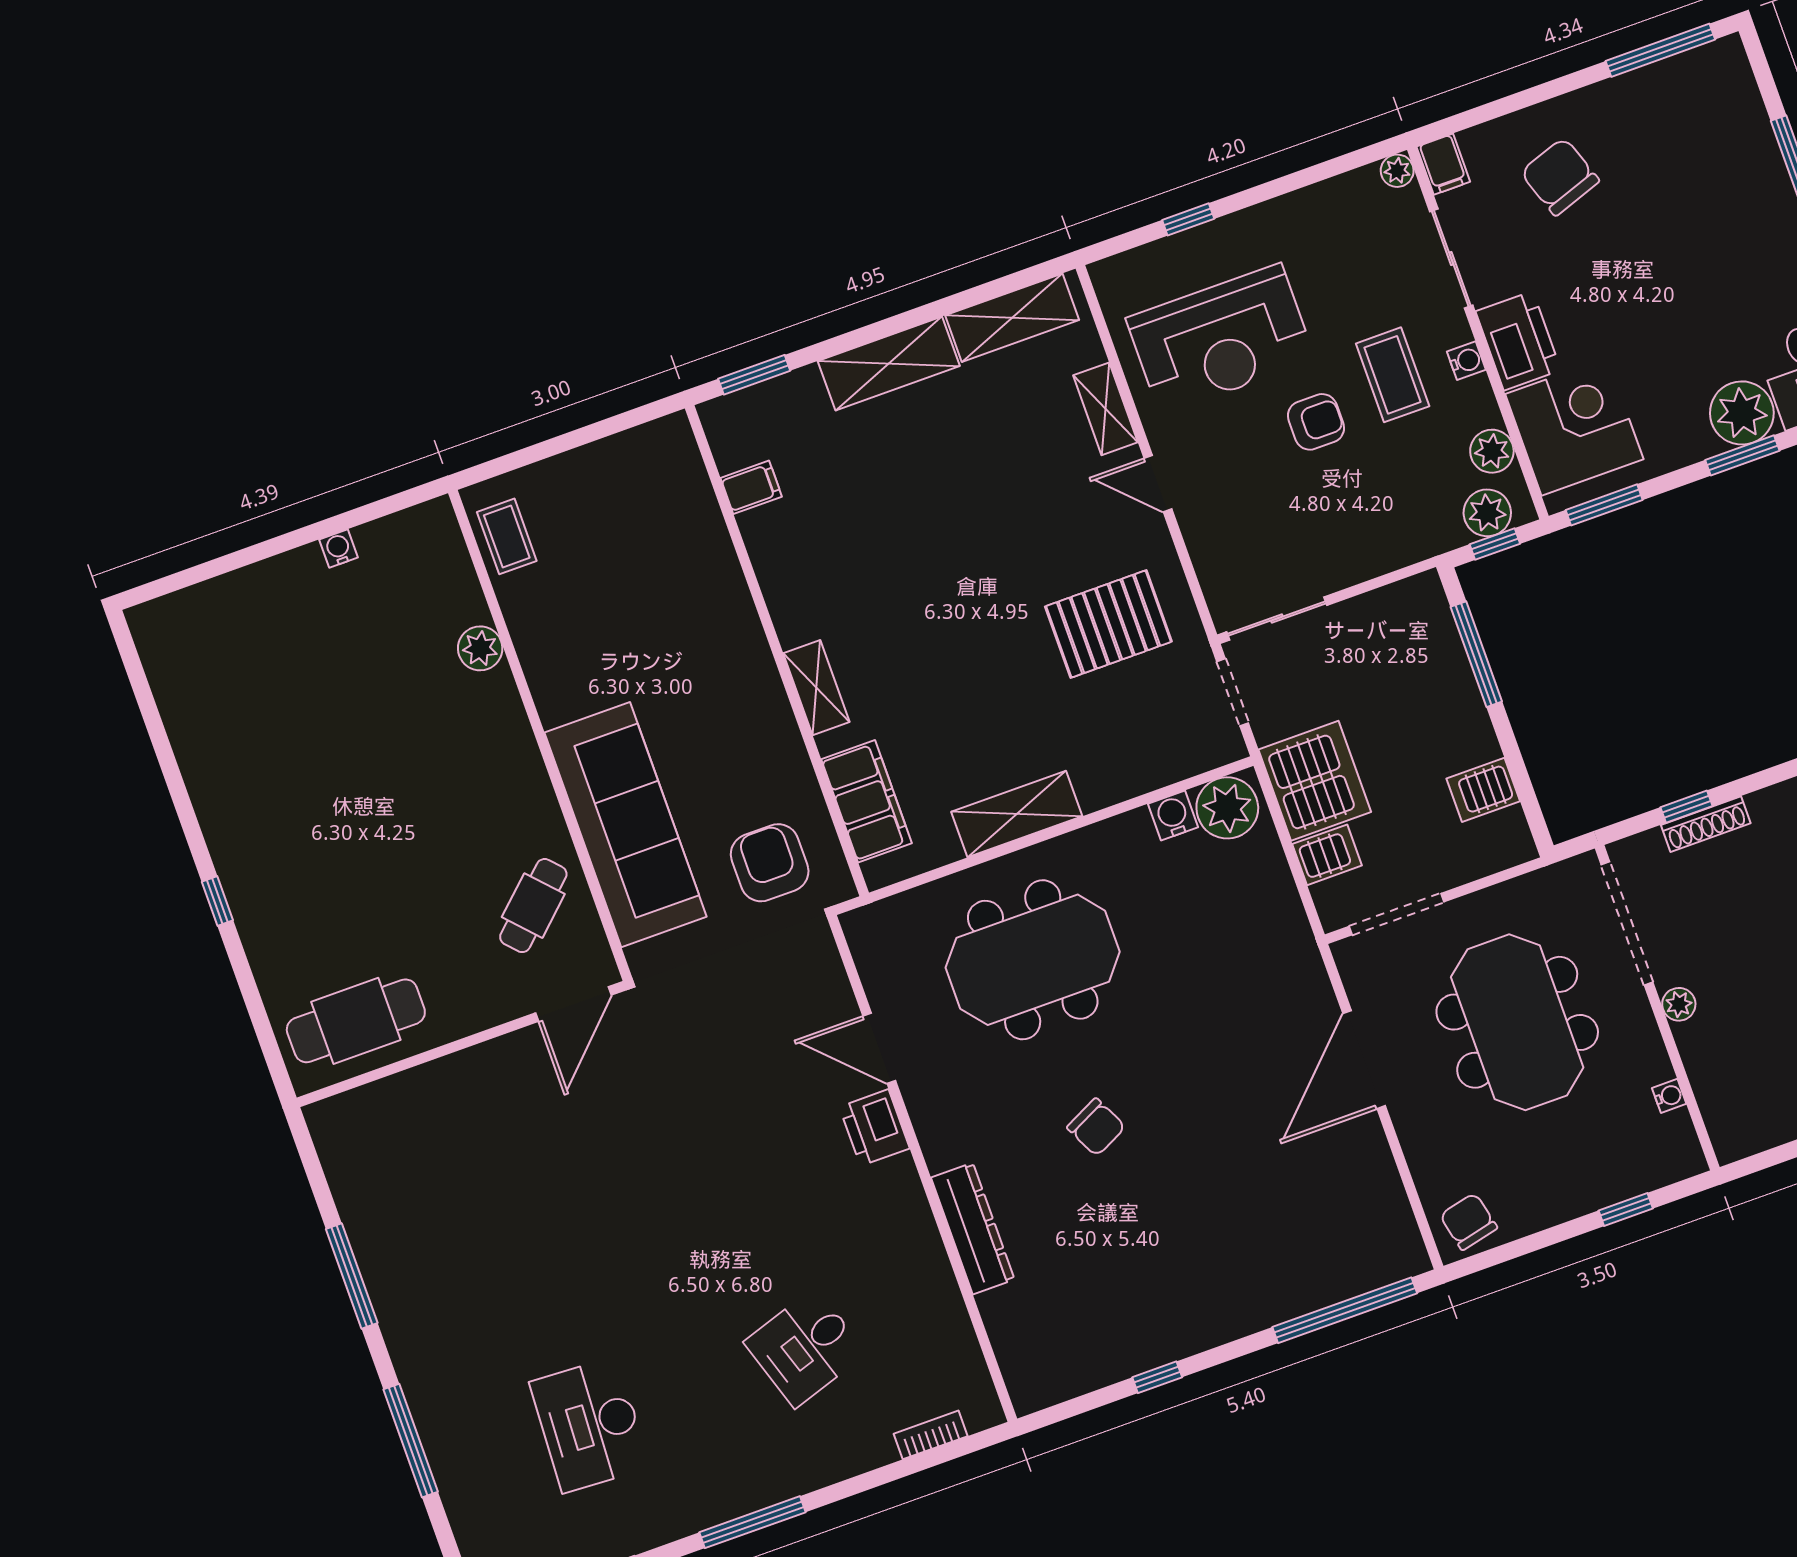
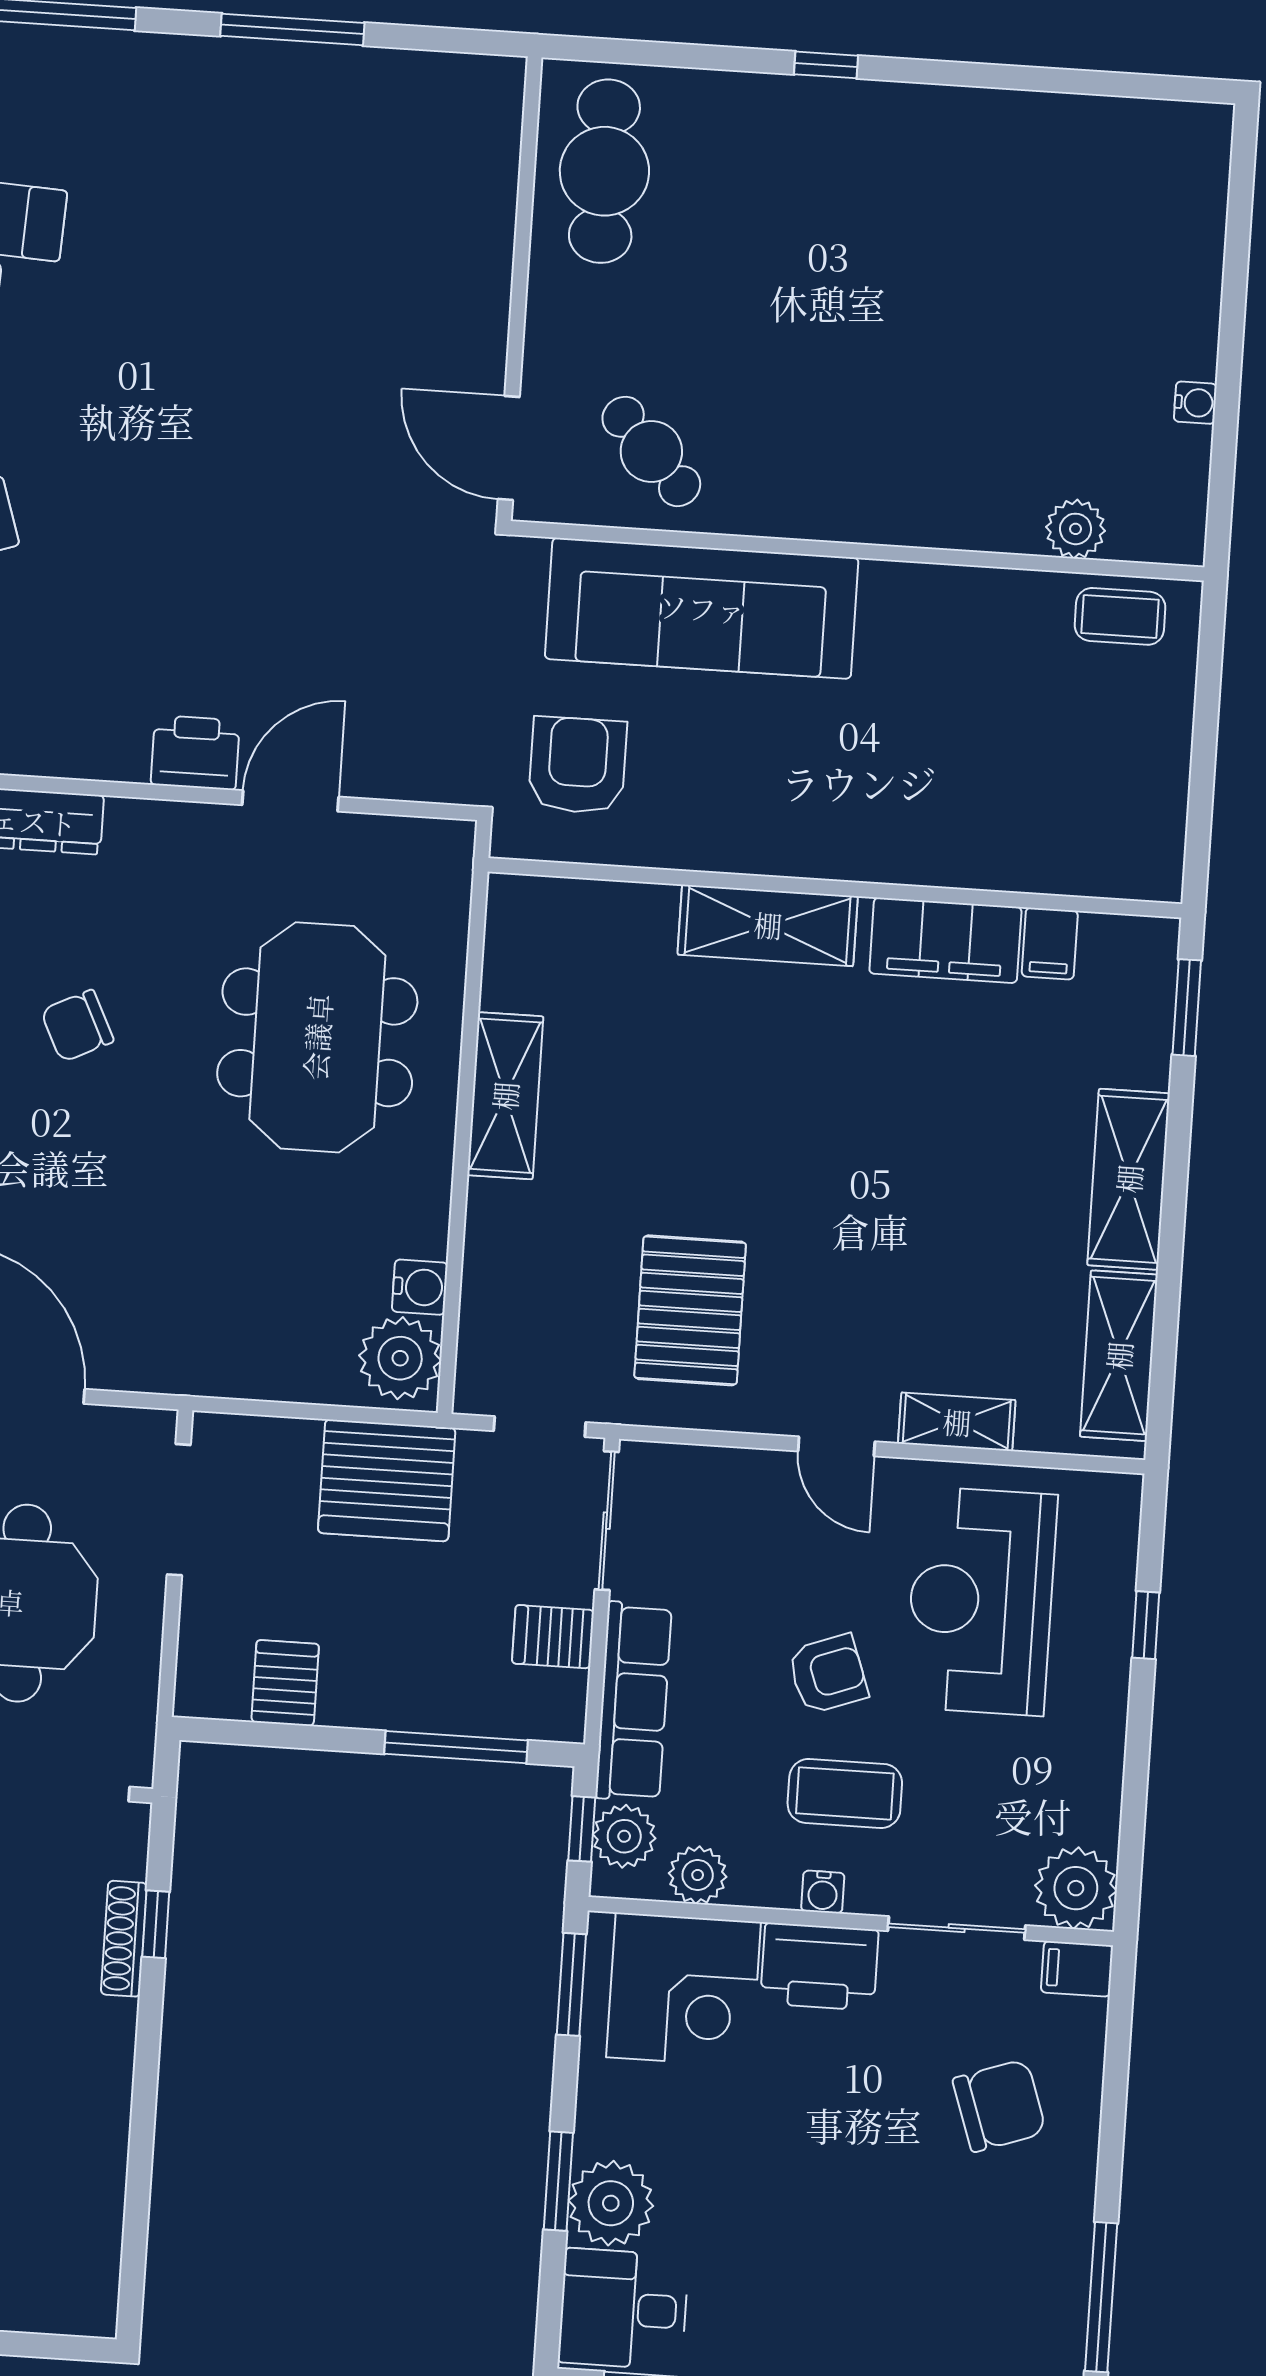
plant: (1397, 171) -> (1076, 1888), width x1.88, depth x1.88
armchair: (1316, 422) -> (828, 1674), turned -110
door: (1158, 484) -> (836, 1446), swing flipped
row of seats: (1392, 546) -> (634, 1702), added
plant: (480, 648) -> (1076, 529), moved
shelving: (816, 688) -> (768, 925), width x1.50, depth x1.33
filing cabinet: (866, 801) -> (945, 940), moved
server rack: (1327, 855) -> (553, 1637), moved, turned 90
armchair: (770, 863) -> (578, 765), turned -90

